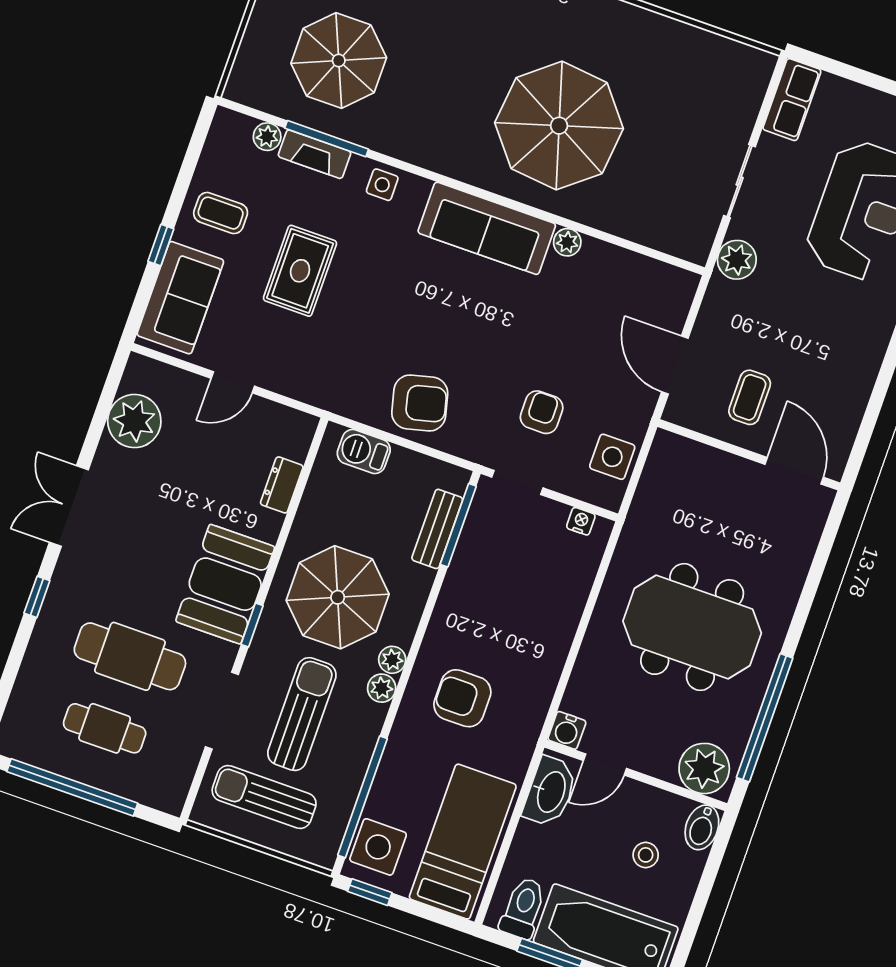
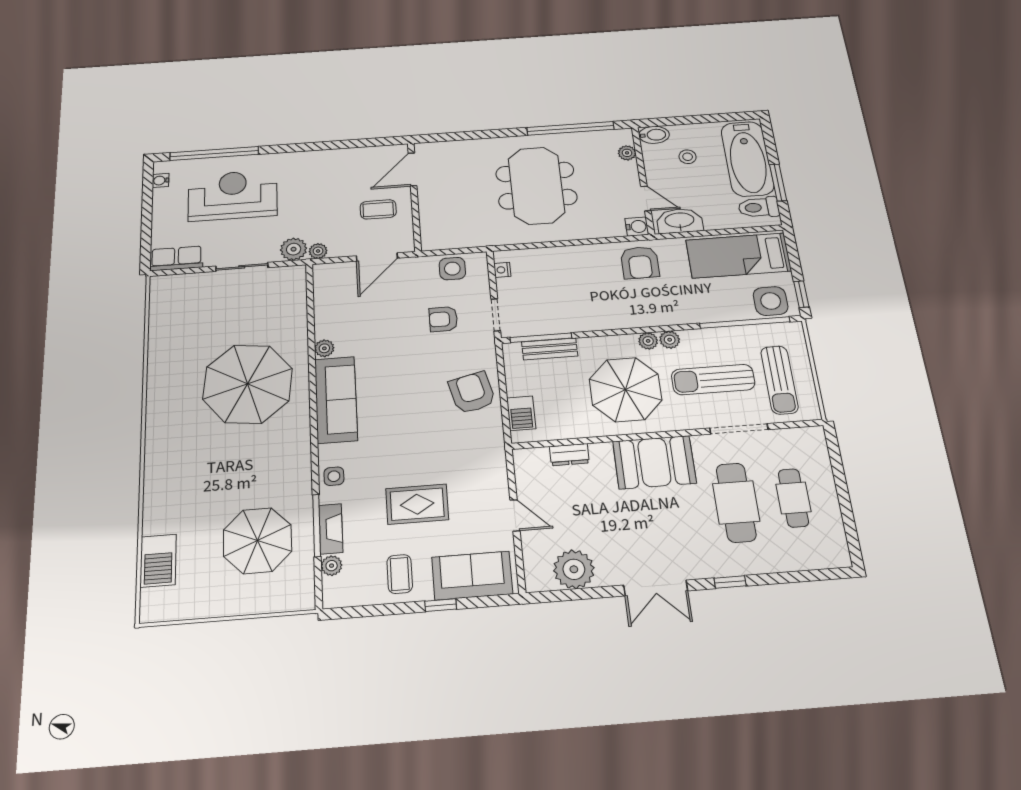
plant: (719, 291) -> (318, 251), added
window: (252, 625) -> (672, 434), removed
armchair: (462, 698) -> (640, 263), moved
plant: (704, 768) -> (627, 153), width x0.53, depth x0.53
window: (72, 787) -> (845, 502), removed

